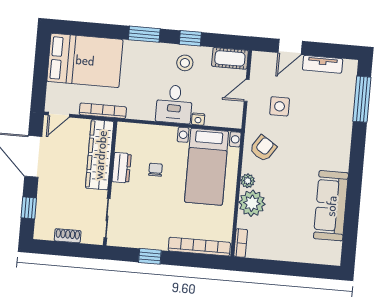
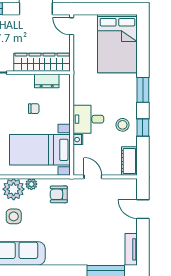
tv unit: (323, 64) -> (131, 249), moved
door: (247, 90) -> (93, 177), moved
side table: (280, 106) -> (14, 216), moved
bookcase: (103, 111) -> (78, 62), removed
armchair: (263, 148) -> (59, 194), turned 147
dresser: (122, 168) -> (47, 81), moved

